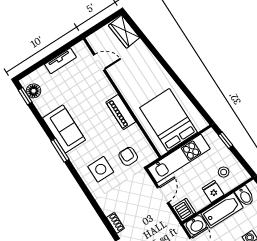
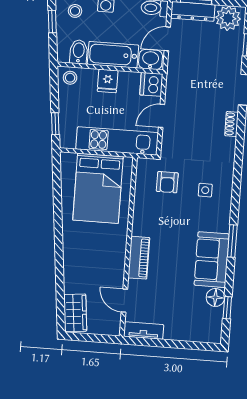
tv unit: (60, 61) -> (144, 331), moved
floor lamp: (34, 91) -> (215, 297), moved
window: (25, 96) -> (227, 308), moved
piano: (121, 112) -> (139, 258), moved
side table: (101, 169) -> (205, 190), width x0.54, depth x0.54
stool: (224, 172) -> (70, 78), moved

